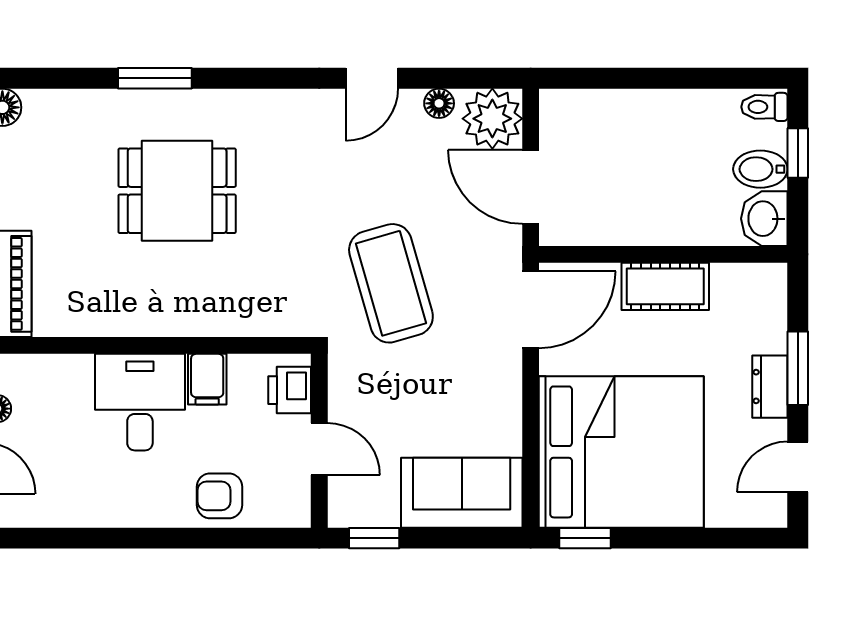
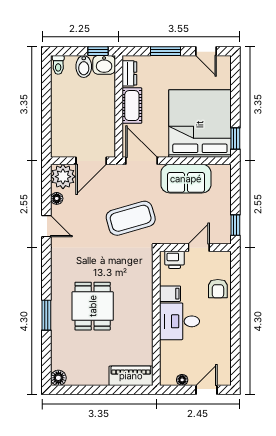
window: (798, 153) -> (98, 51), moved
dresser: (770, 387) -> (129, 73), moved, turned -90
sofa: (462, 493) -> (186, 179), moved, turned -90

